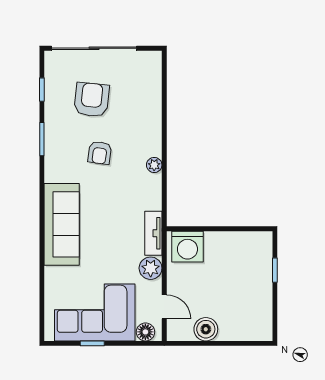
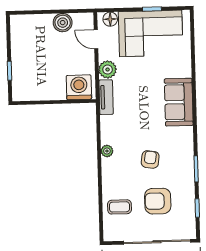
coffee table: (140, 94) -> (119, 207), added
armchair: (92, 100) -> (158, 201), turned 84
sofa: (62, 224) -> (179, 102), width x0.73

